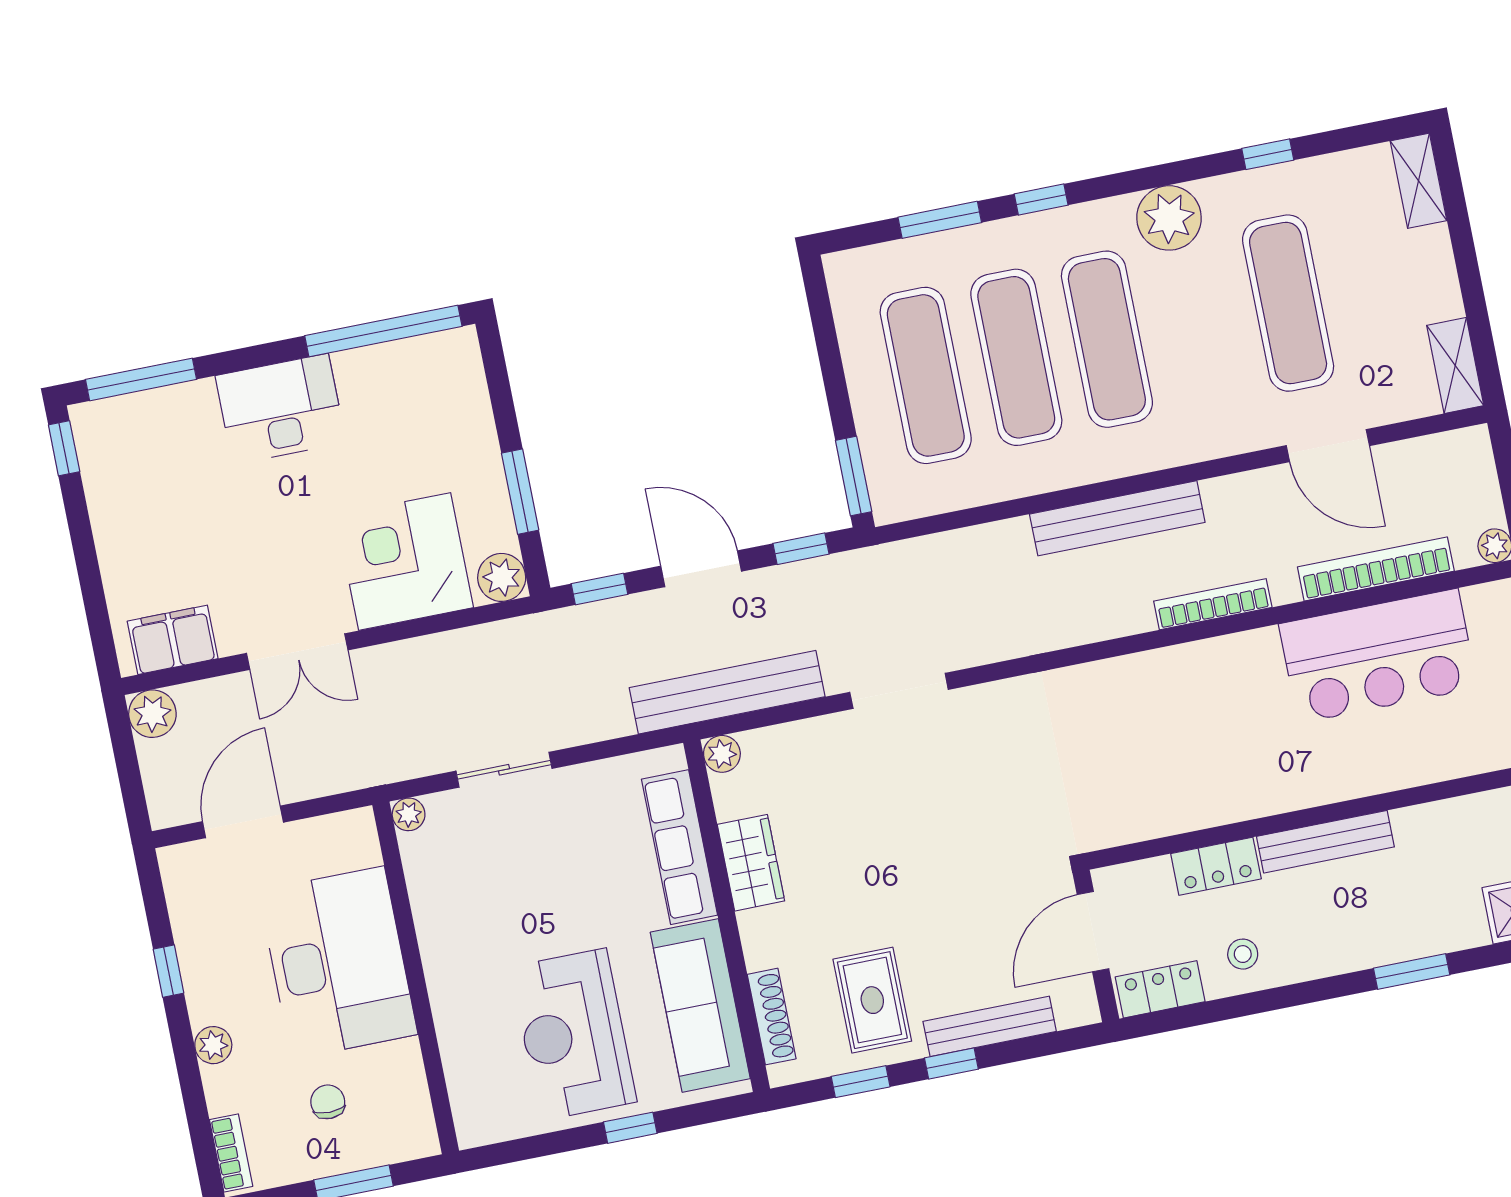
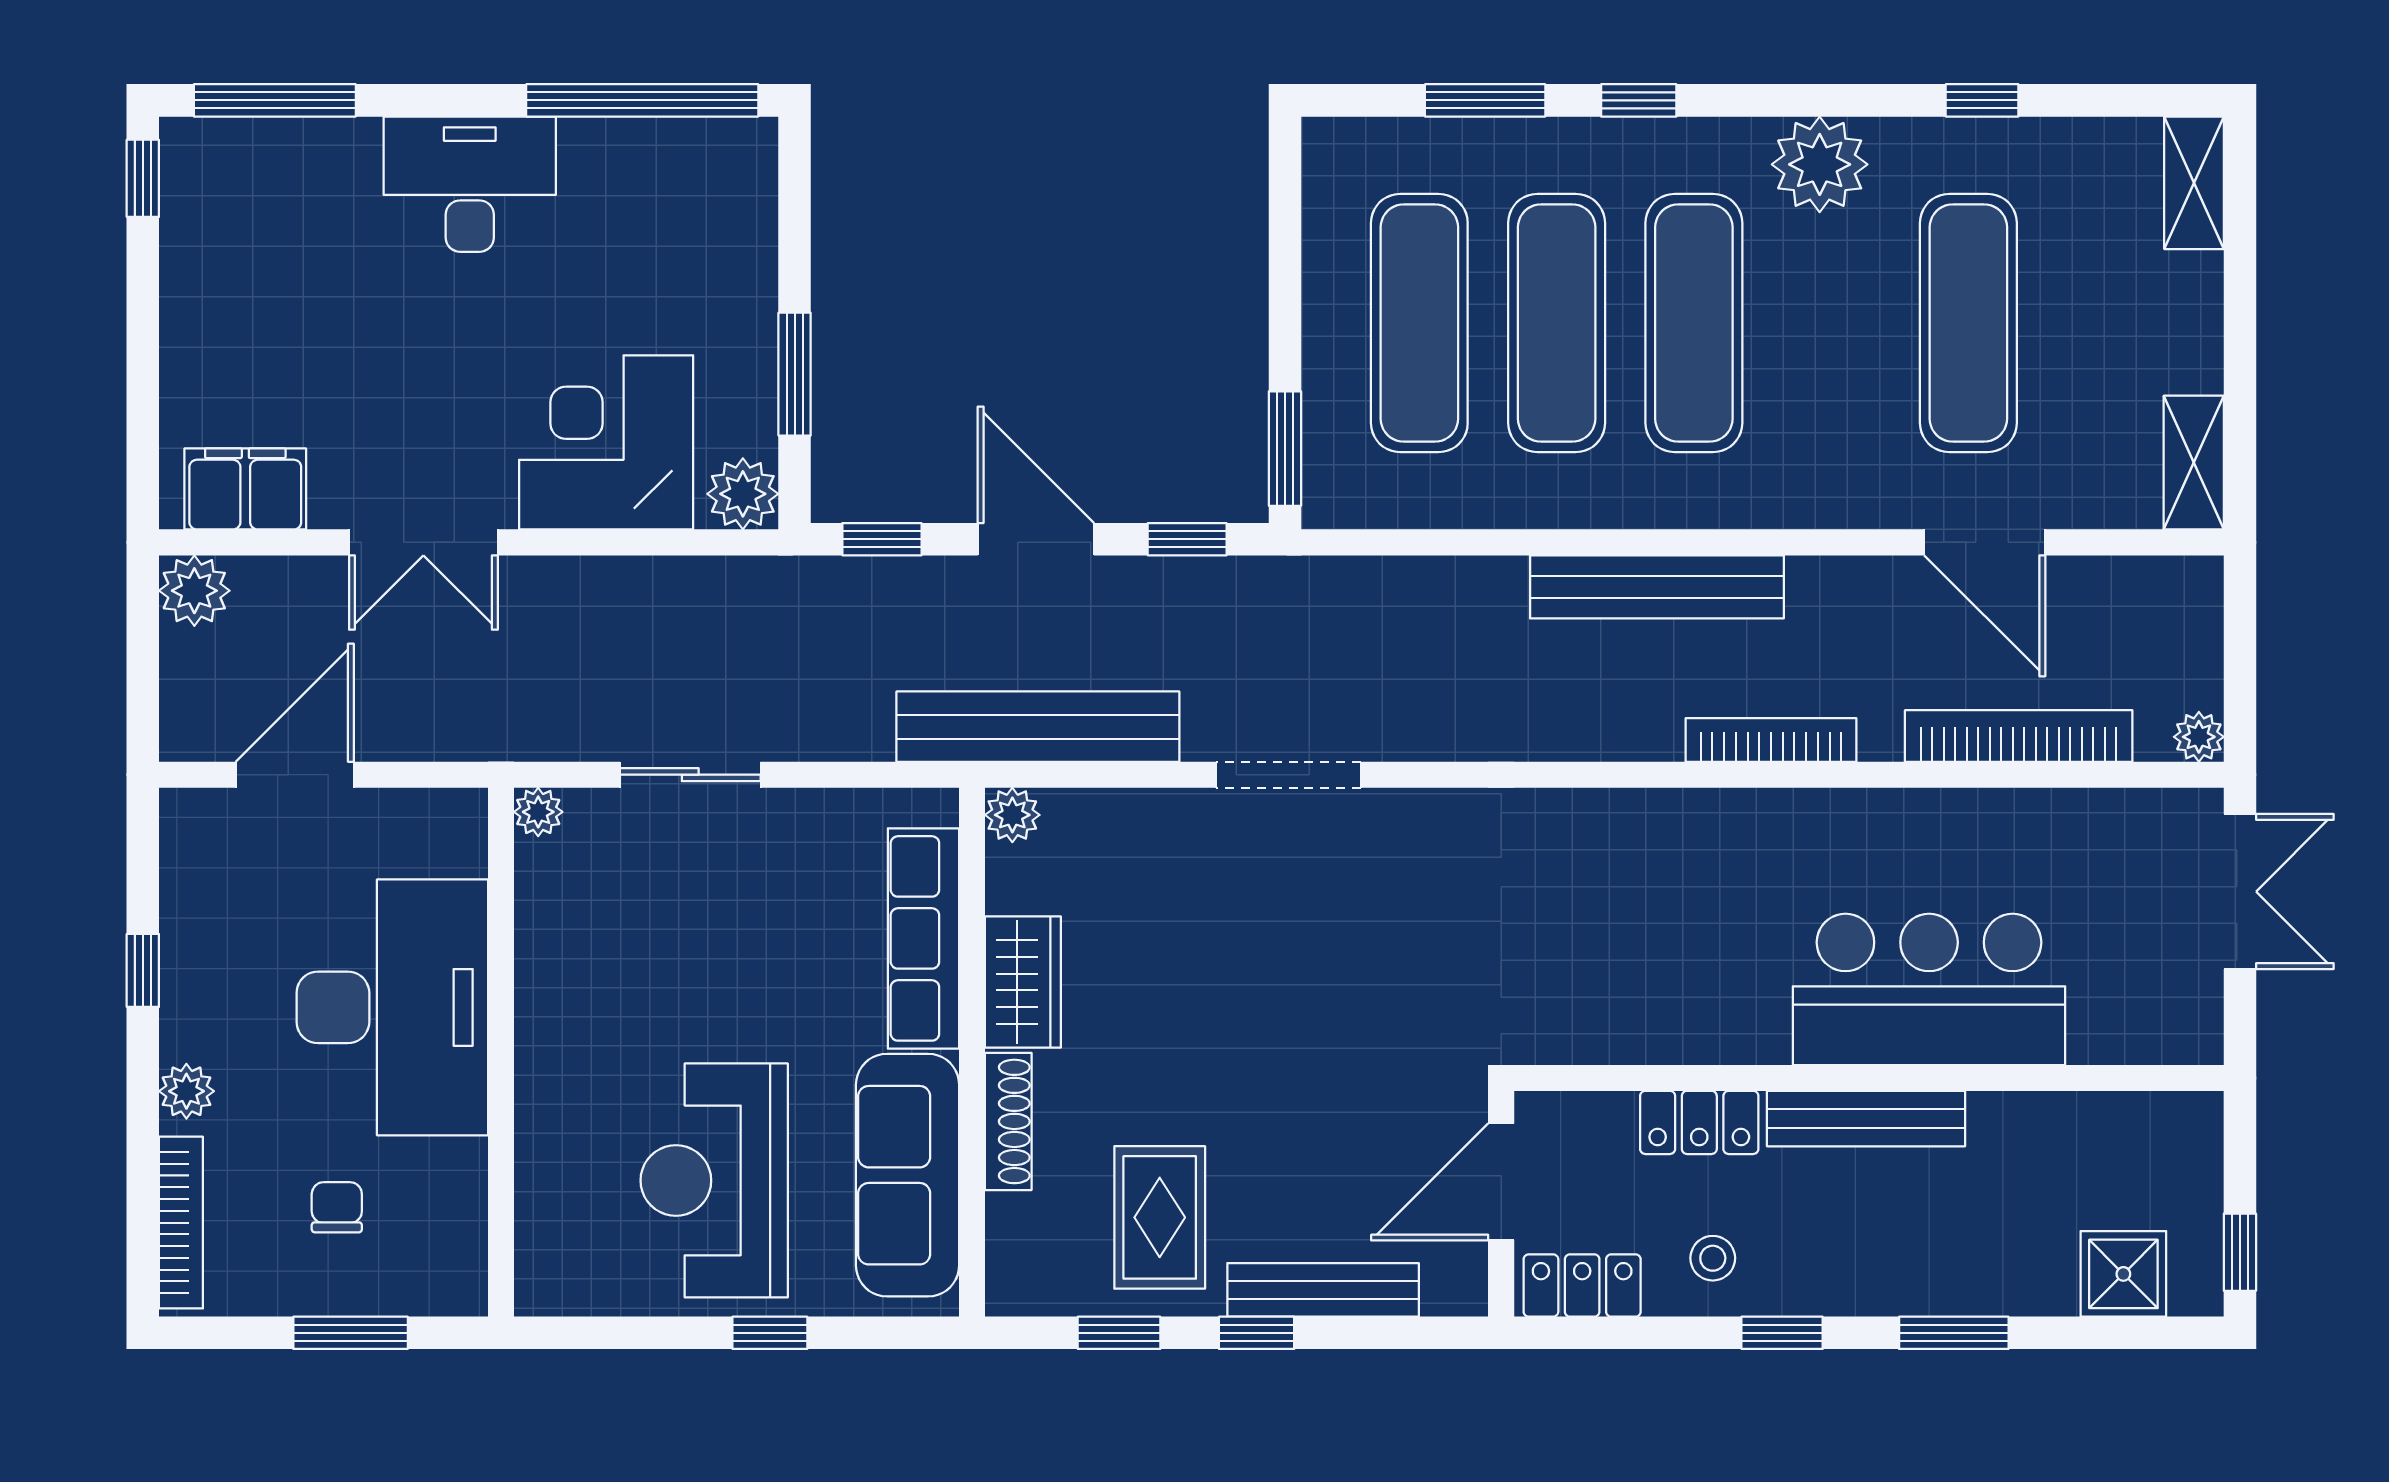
bar counter: (1378, 656) -> (1929, 989), moved, turned 180
window: (1298, 994) -> (1782, 1333), added
shoe rack: (772, 1017) -> (1008, 1121), moved
bookcase: (231, 1153) -> (181, 1223), width x1.56

